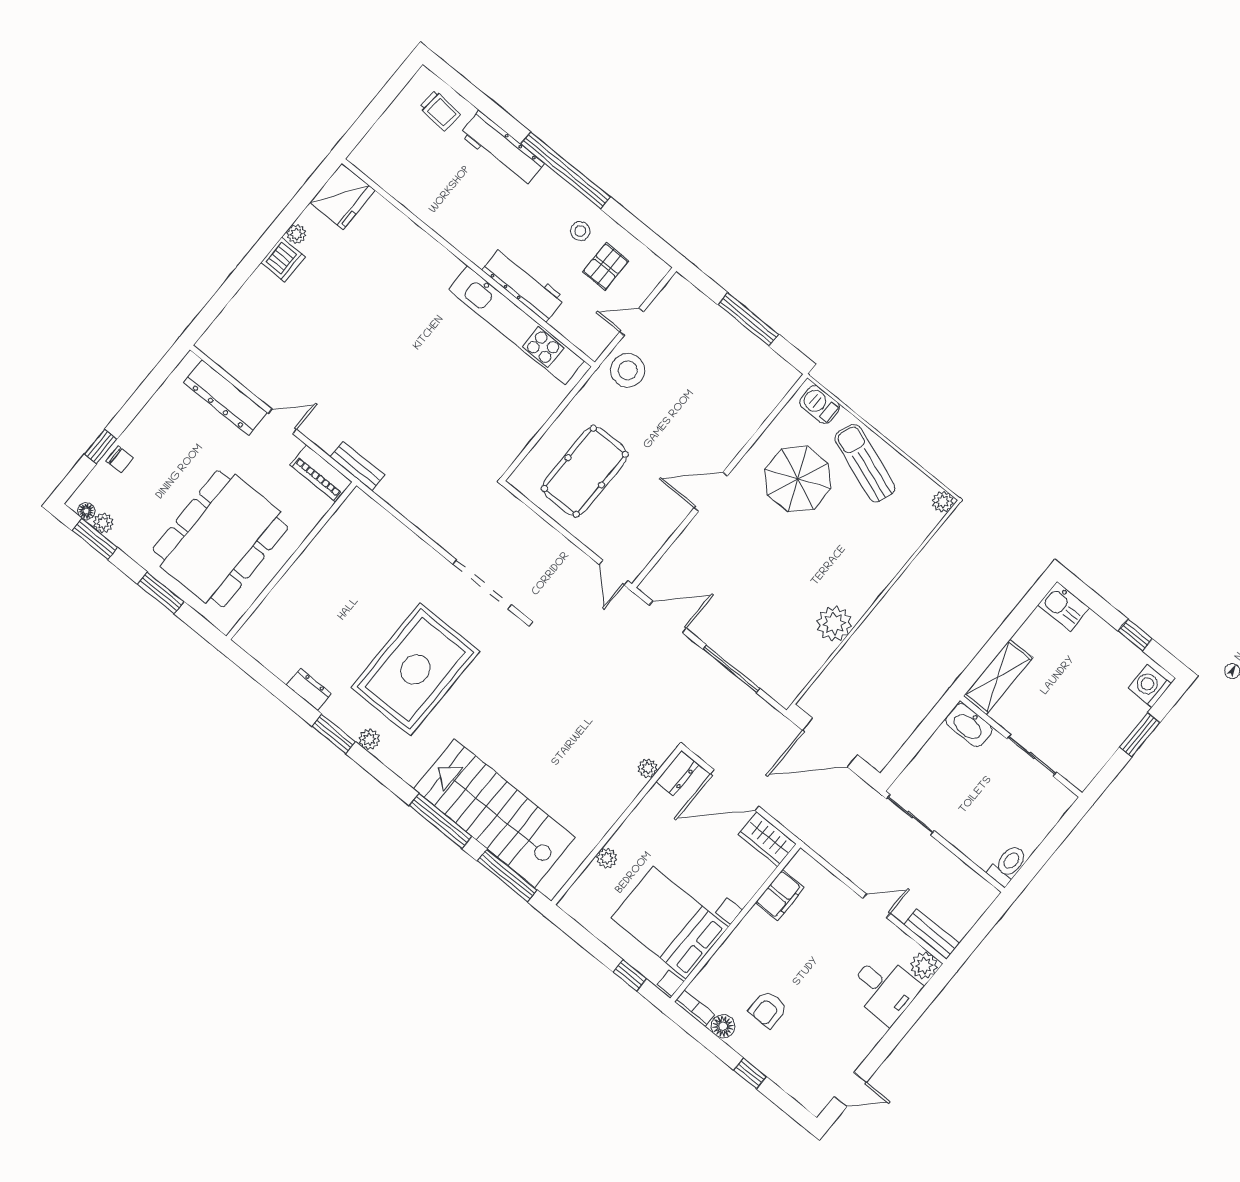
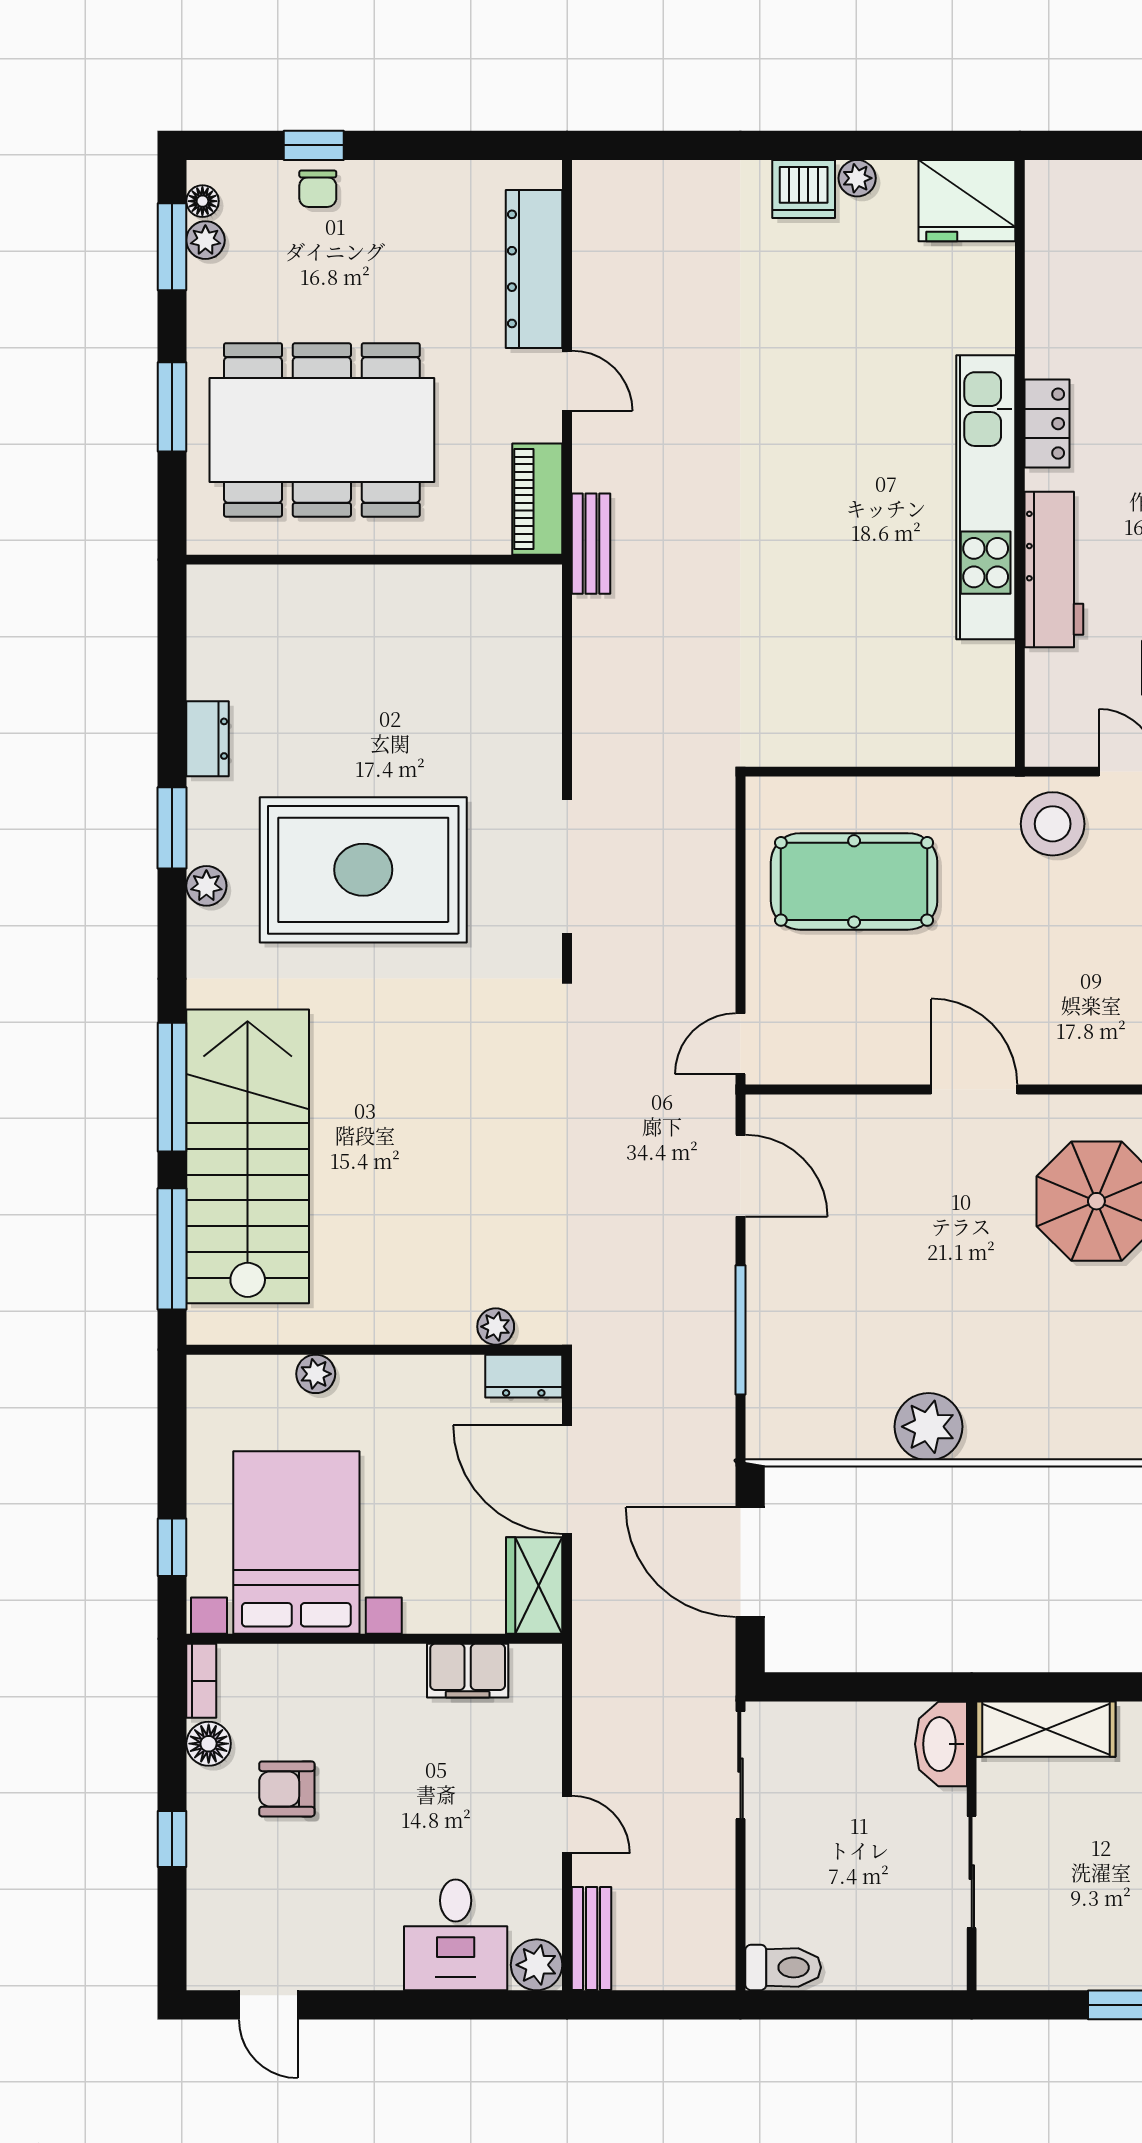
locker: (461, 238) -> (1047, 424), added
kitchen unit: (516, 325) -> (986, 497), moved

